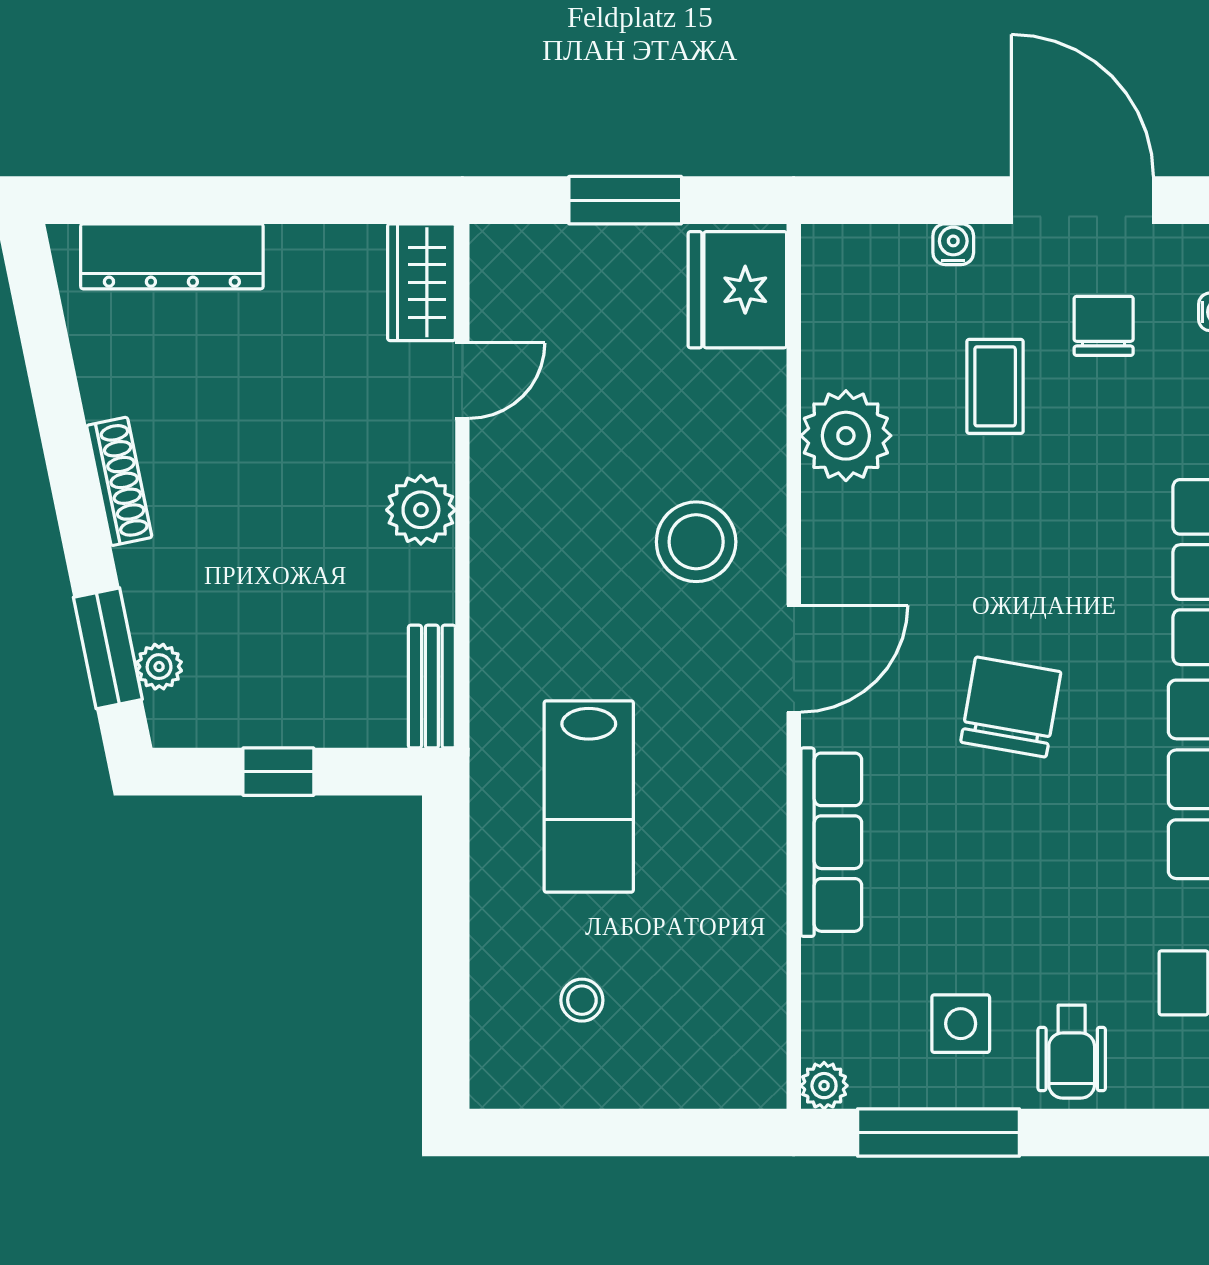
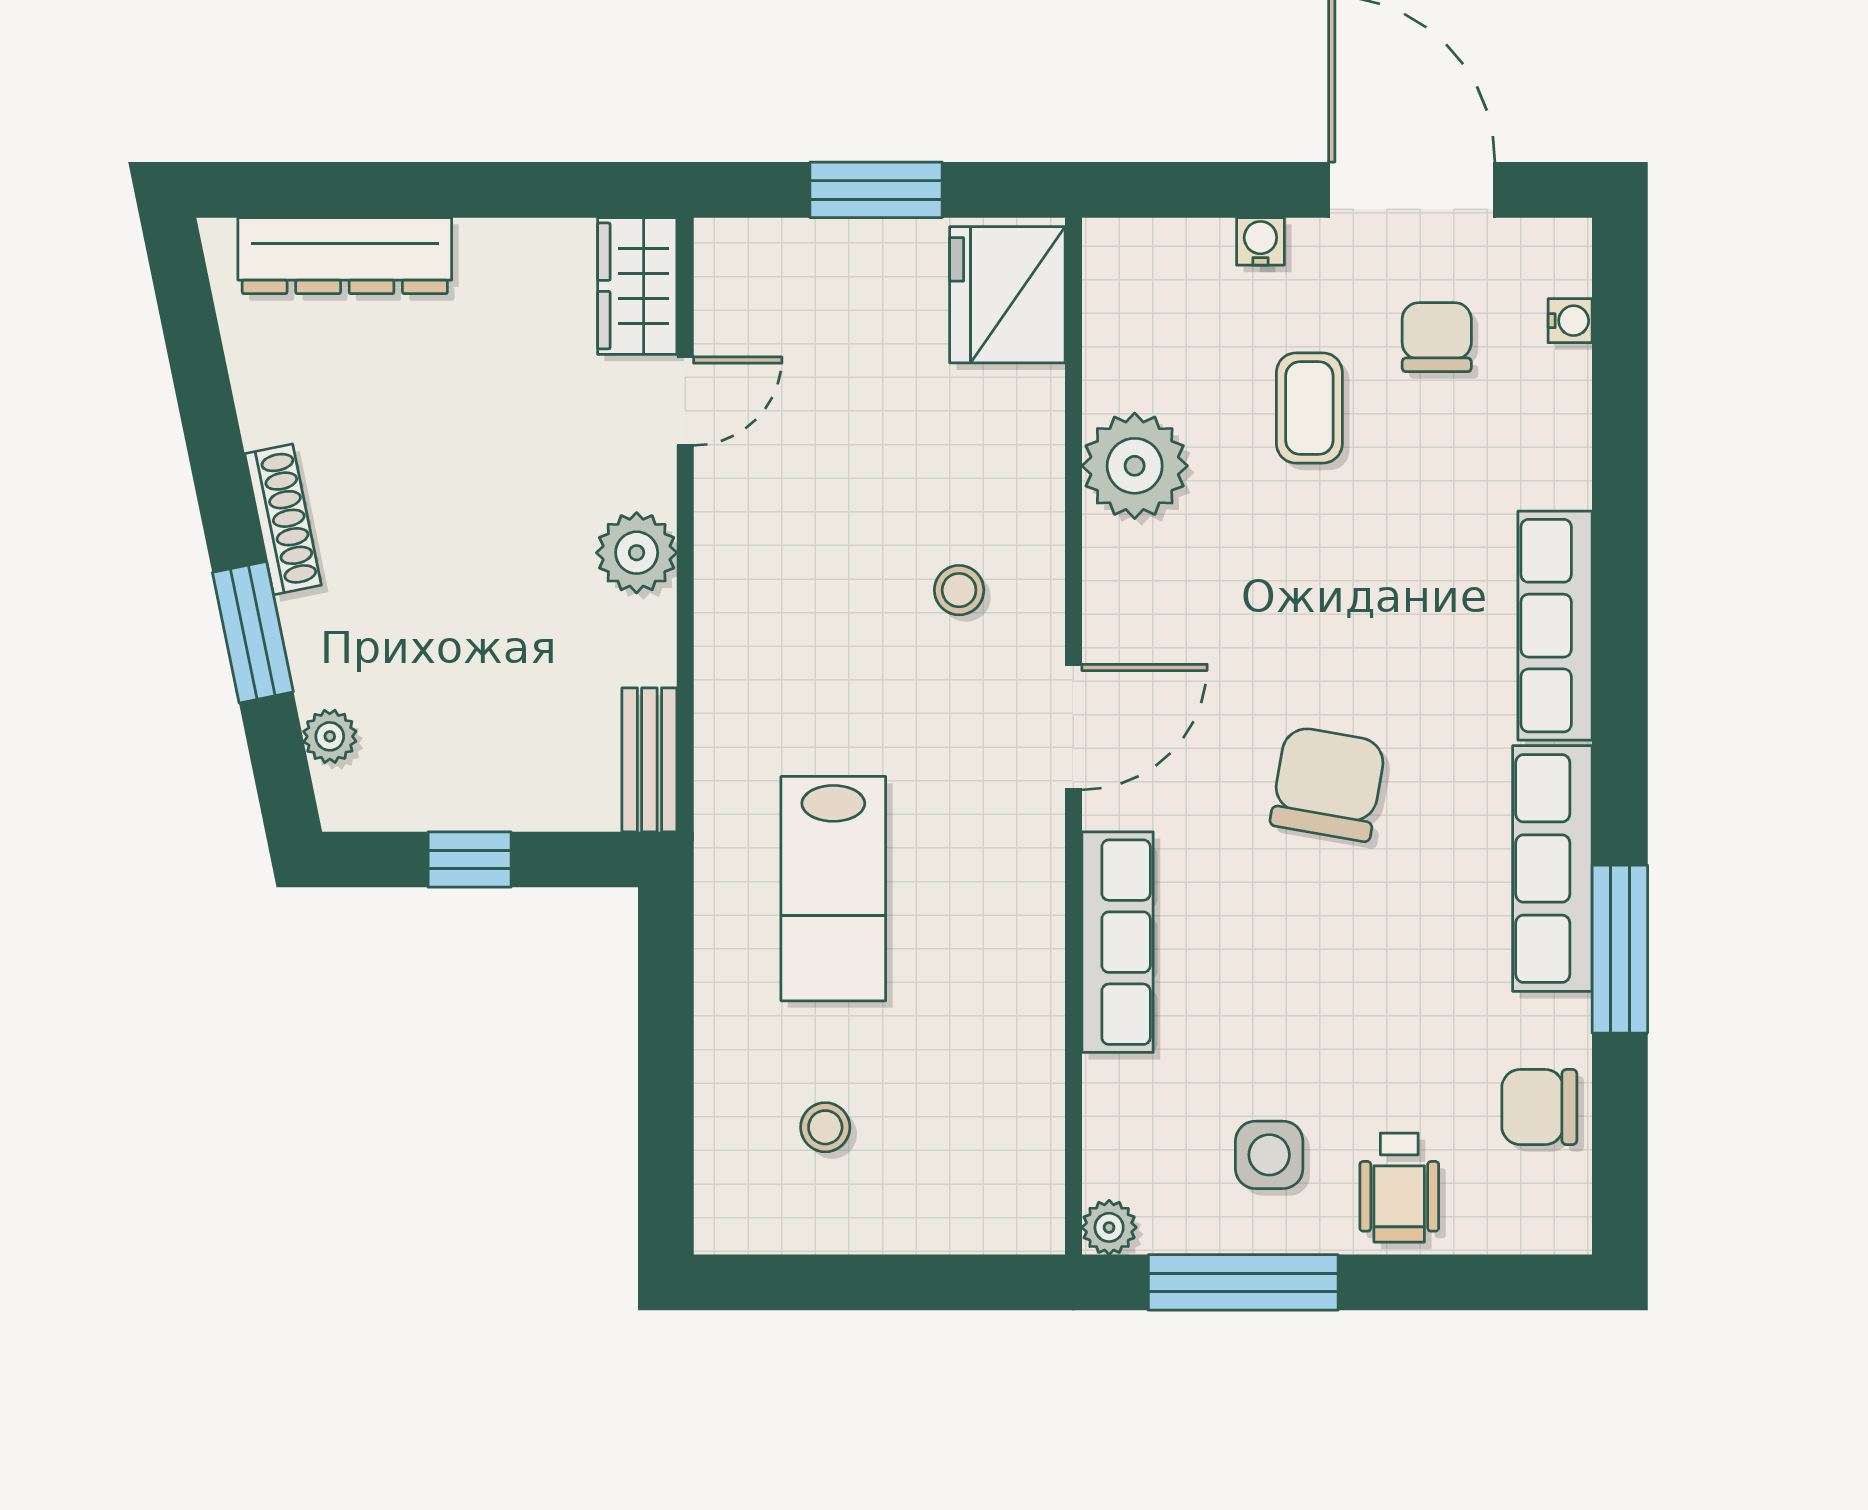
stool: (696, 542) -> (959, 590), width x0.53, depth x0.53
window: (108, 648) -> (253, 632), moved

